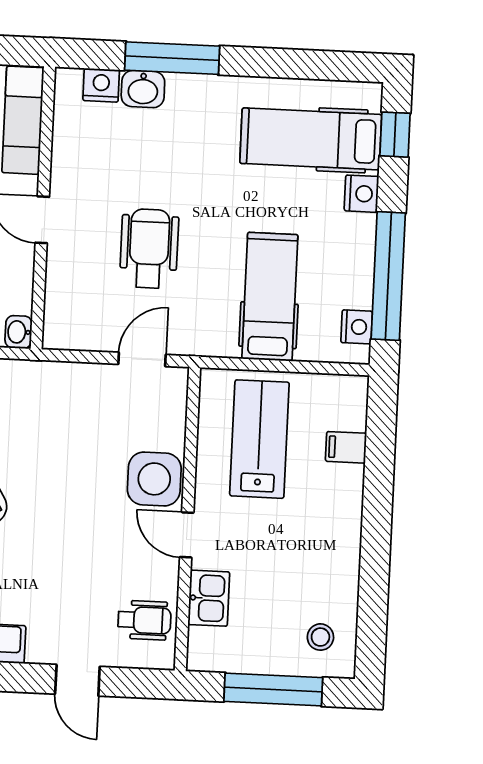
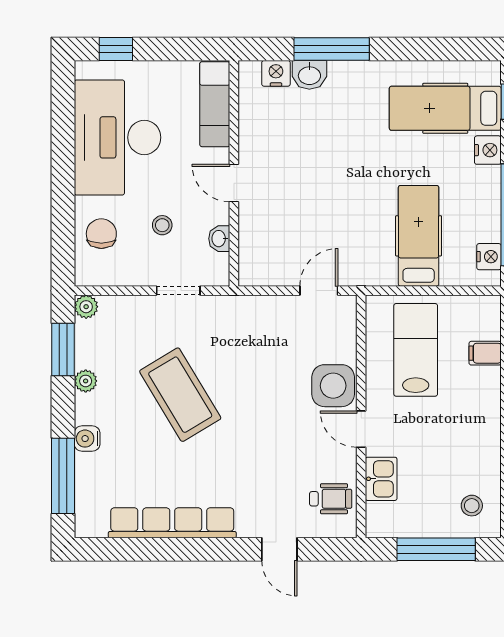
wheelchair: (149, 249) -> (320, 202), removed
washbasin: (19, 332) -> (219, 239), moved

